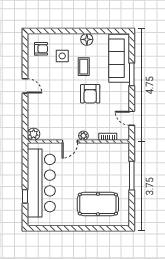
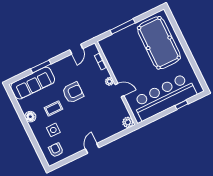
pool table: (98, 204) -> (159, 43), width x1.36, depth x1.32

